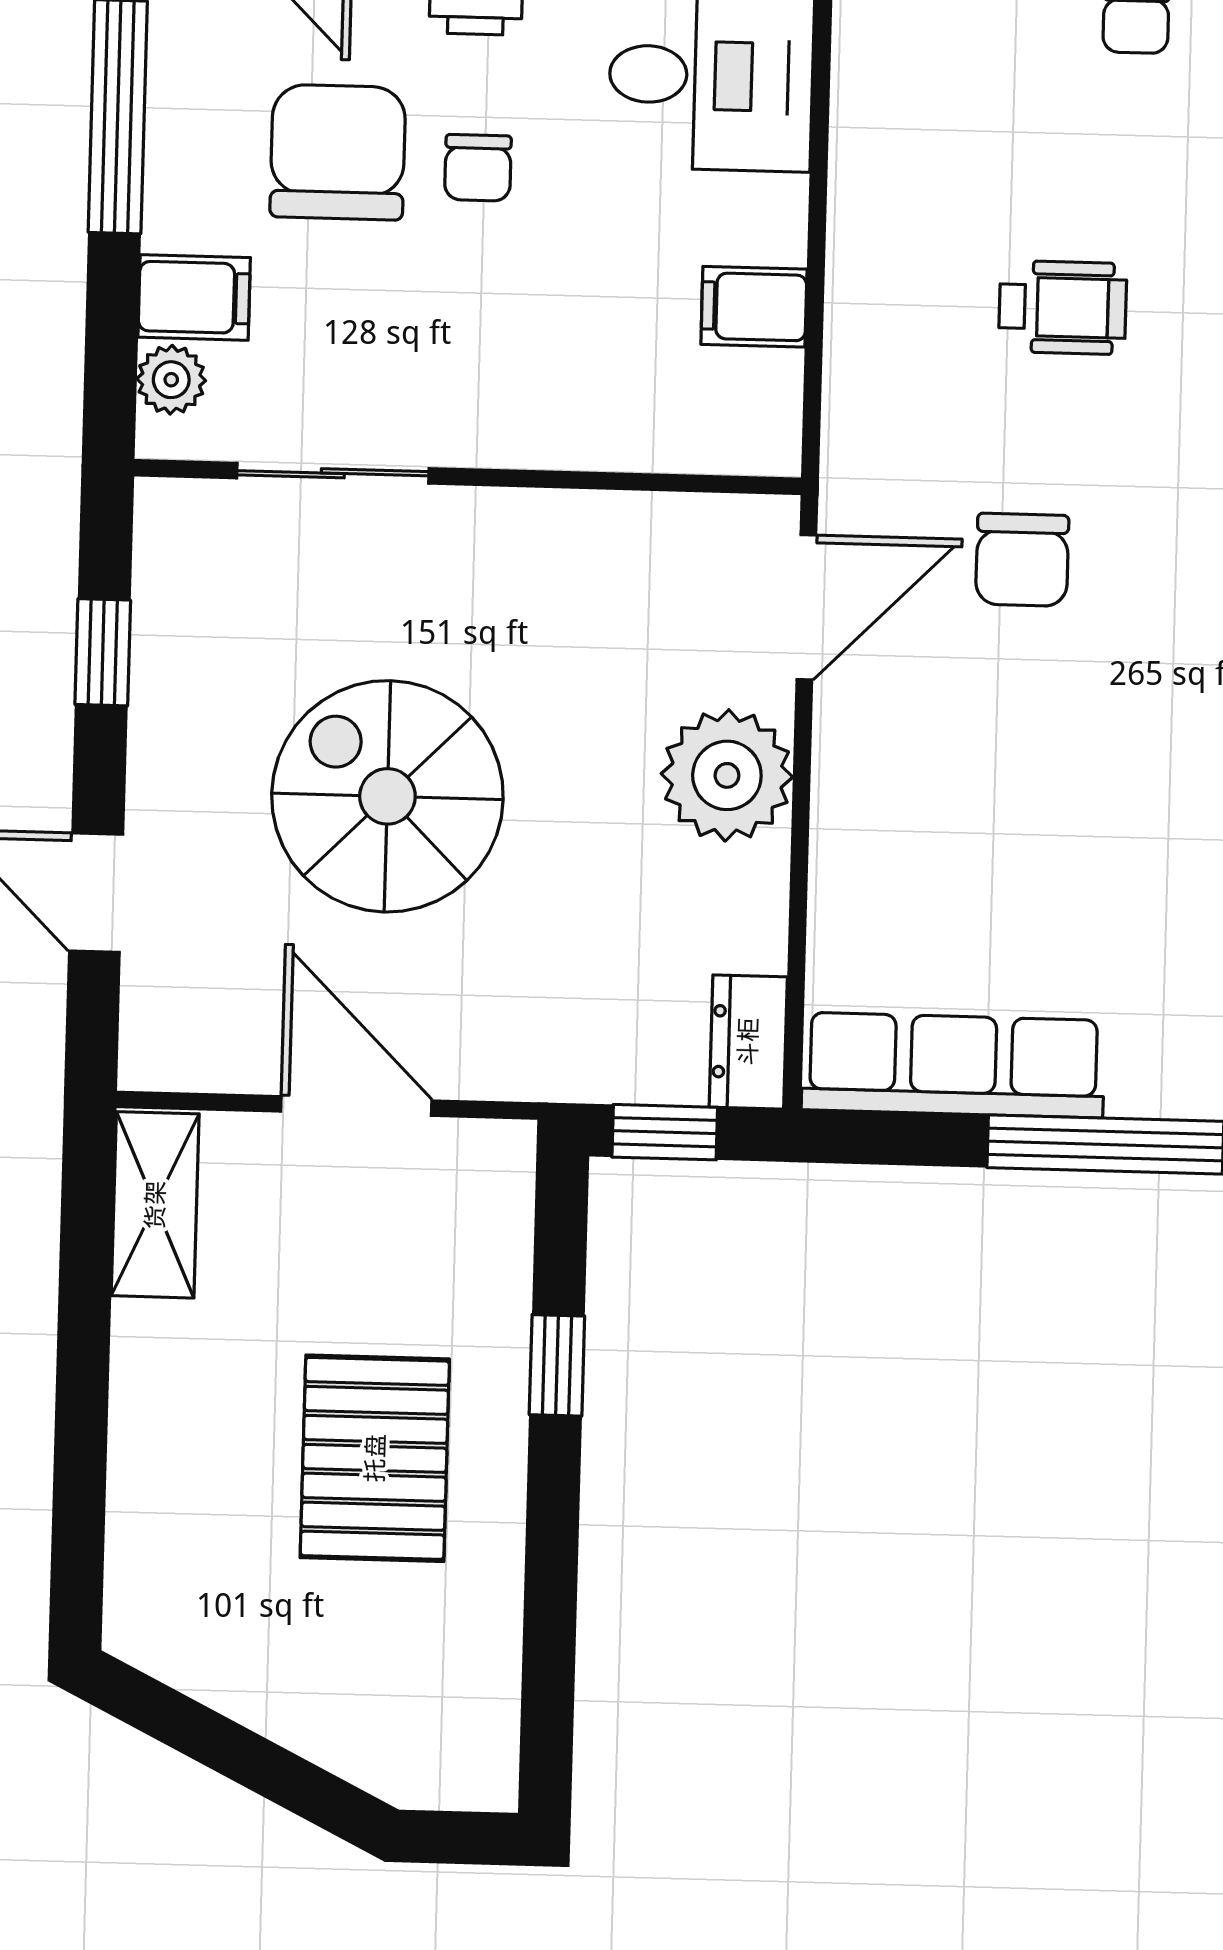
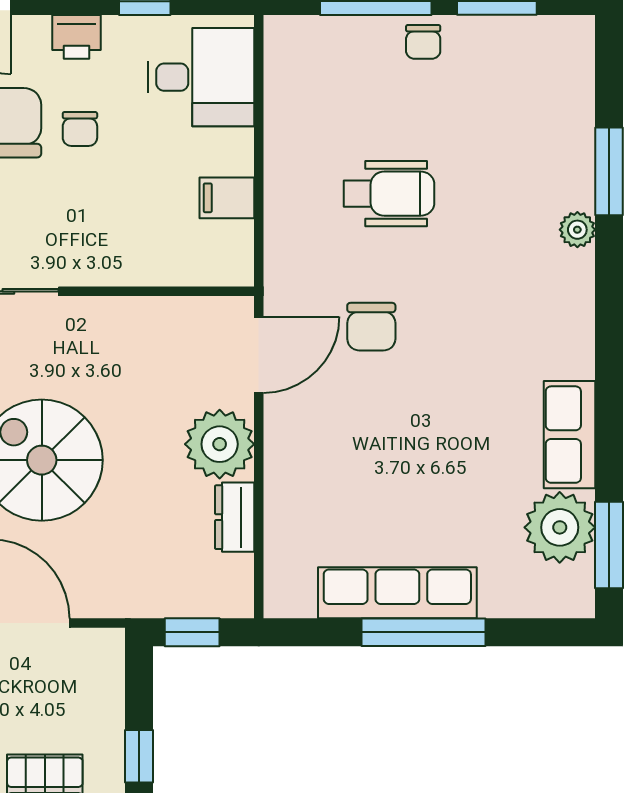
wheelchair: (1063, 307) -> (389, 194), width x1.36, depth x1.37
dresser: (748, 1042) -> (235, 517), moved
row of seats: (953, 1065) -> (397, 593), moved

